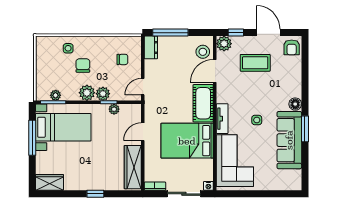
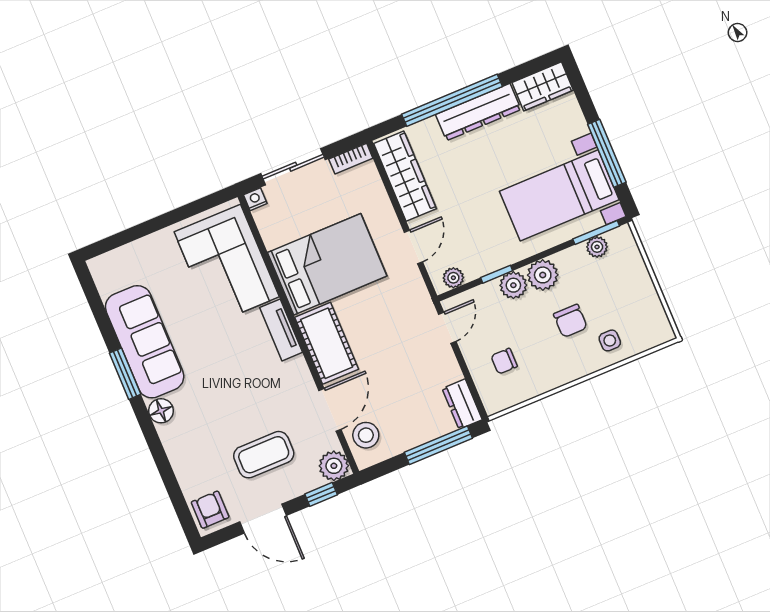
plant: (114, 109) -> (453, 278), moved
side table: (257, 120) -> (218, 353), removed
dresser: (85, 183) -> (478, 112), added
window: (95, 194) -> (452, 100), width x3.17

